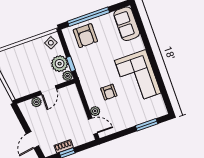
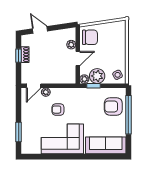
sofa: (127, 24) -> (106, 145), width x1.36
chair: (22, 85) -> (90, 37), added
door: (48, 90) -> (78, 59), swing flipped

